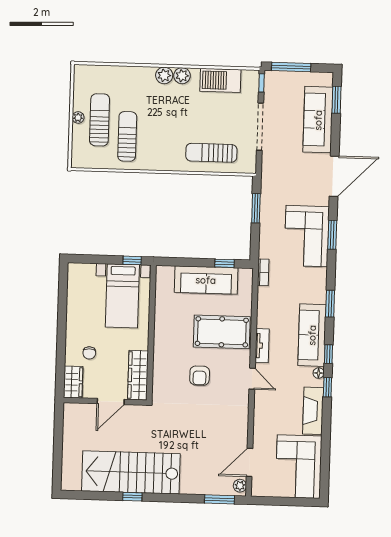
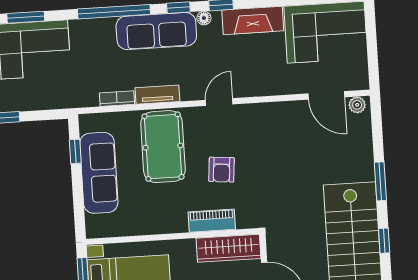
bookcase: (263, 272) -> (117, 99), moved
window: (330, 304) -> (114, 12), width x2.11
tv unit: (262, 346) -> (157, 95), moved
piano: (161, 364) -> (212, 221), added
armchair: (200, 376) -> (222, 170), turned 95
window: (220, 499) -> (380, 181), moved

